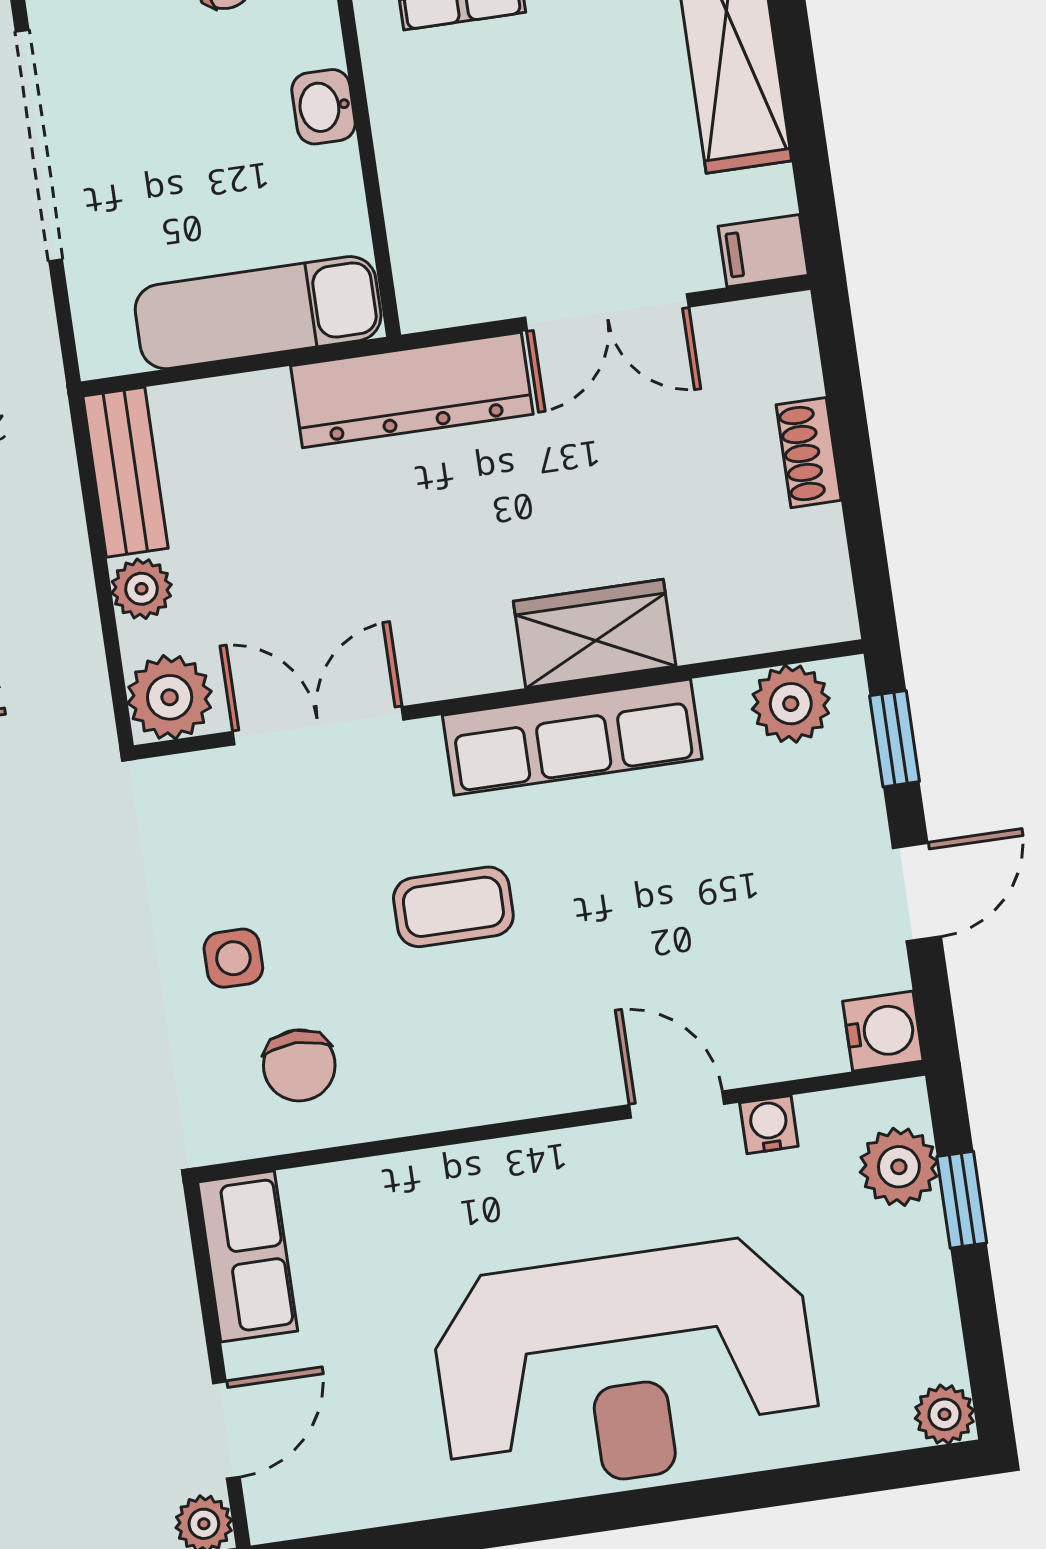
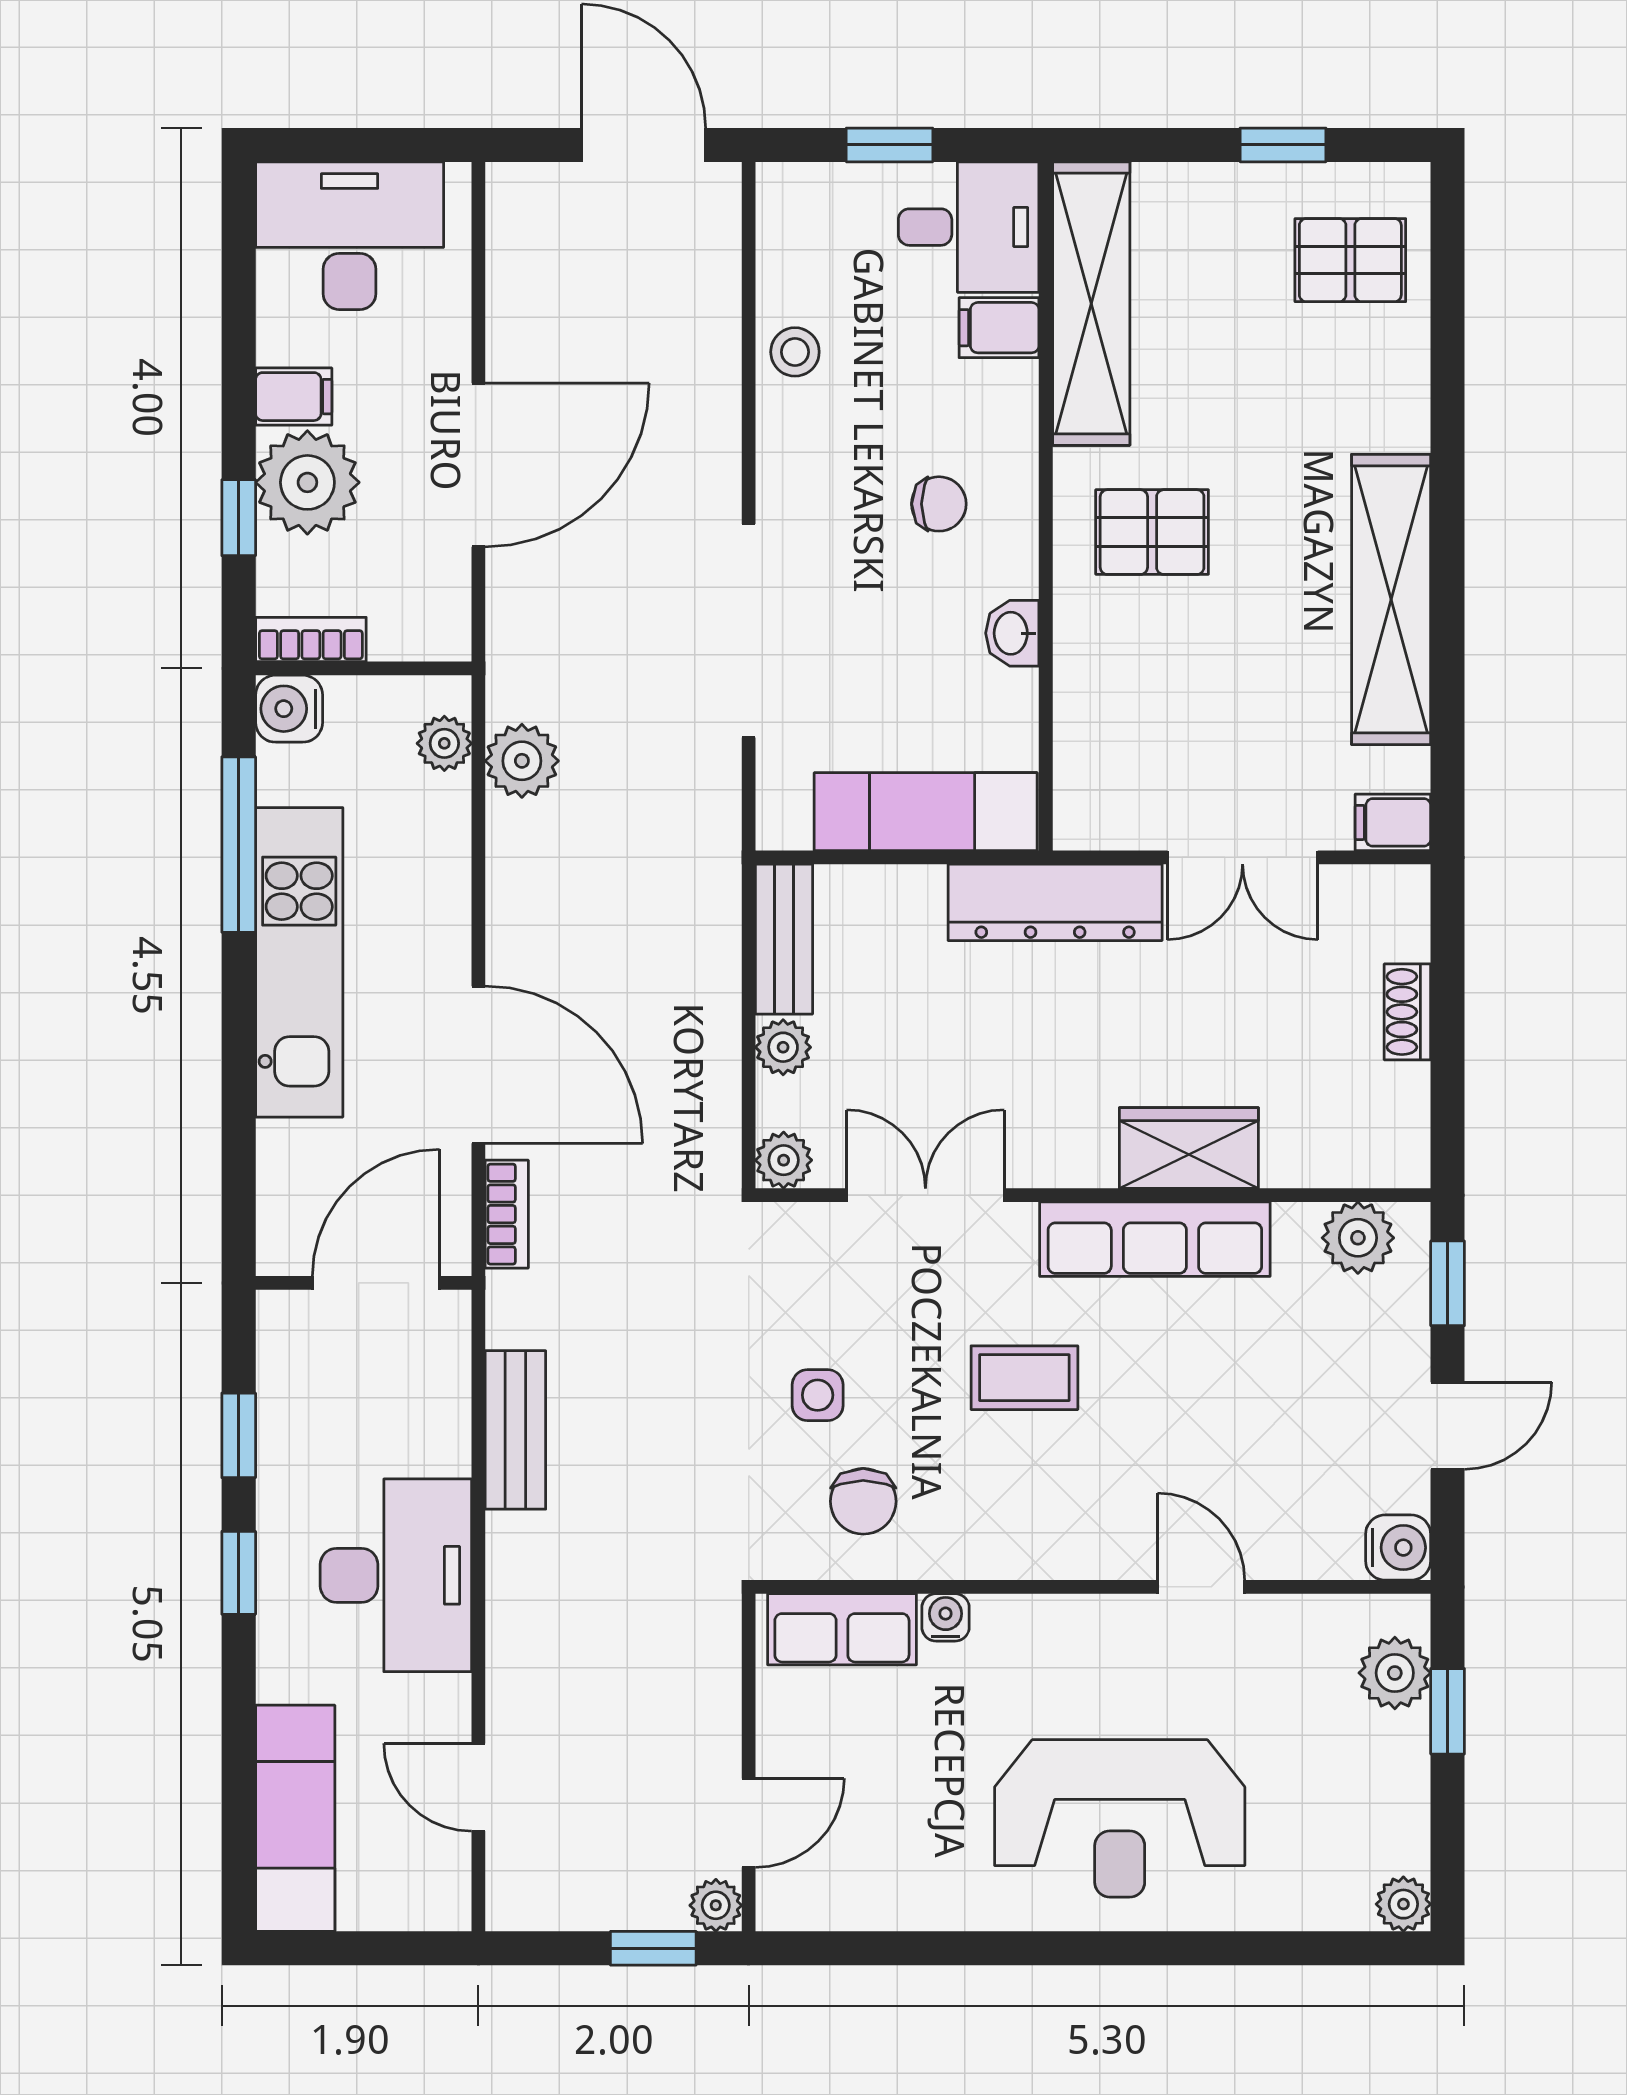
plant: (170, 697) -> (784, 1160), width x0.73, depth x0.73
water cooler: (769, 1125) -> (946, 1617), moved
row of seats: (248, 1256) -> (842, 1629), moved, turned 90
reception desk: (625, 1367) -> (1120, 1818), width x0.74, depth x0.77

